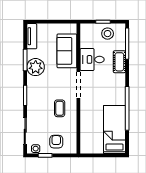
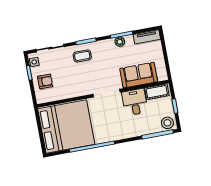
stool: (108, 34) -> (167, 123), moved
cot: (119, 62) -> (157, 92), moved
plant: (36, 67) -> (120, 42), width x0.53, depth x0.53
coffee table: (60, 108) -> (82, 56), moved
bed: (115, 129) -> (66, 126), width x2.04

